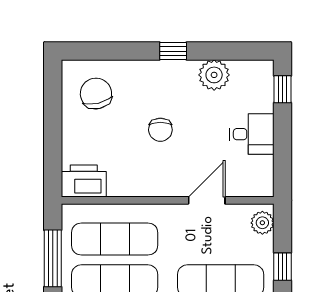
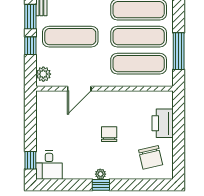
plant: (214, 75) -> (100, 174), moved, width x0.53, depth x0.53
desk: (252, 134) -> (49, 165), moved, turned -90
printer: (84, 181) -> (163, 123), moved, turned 90

